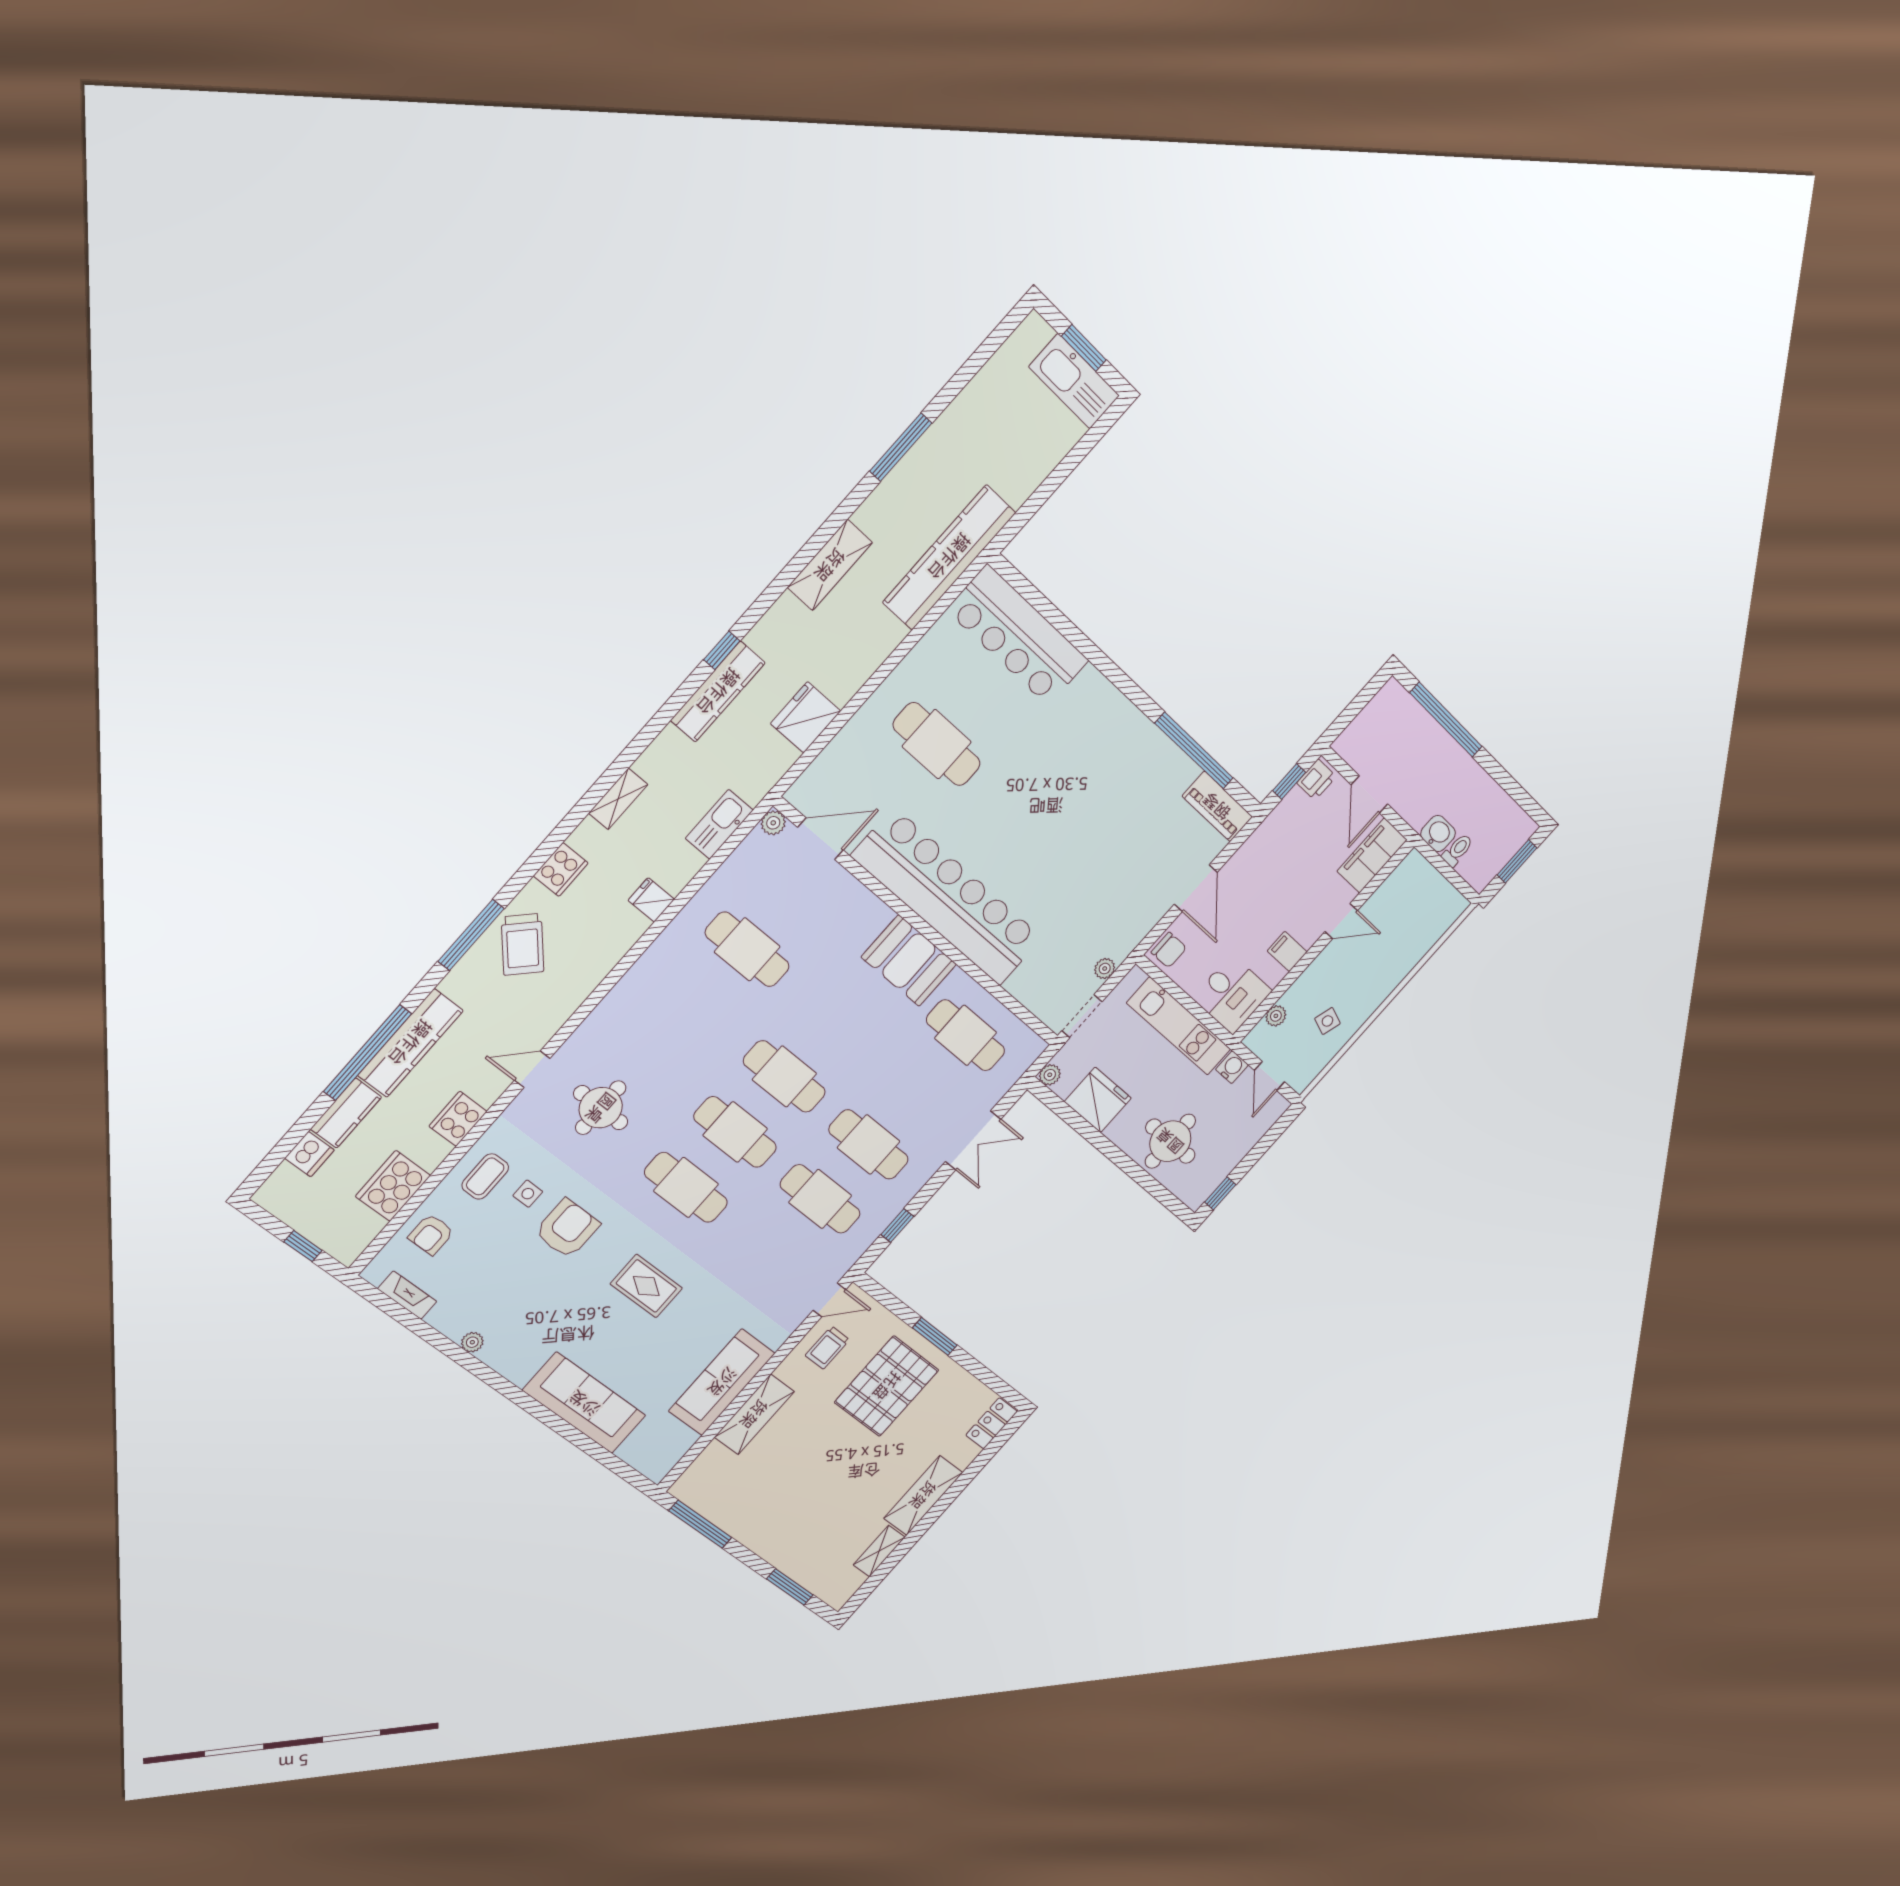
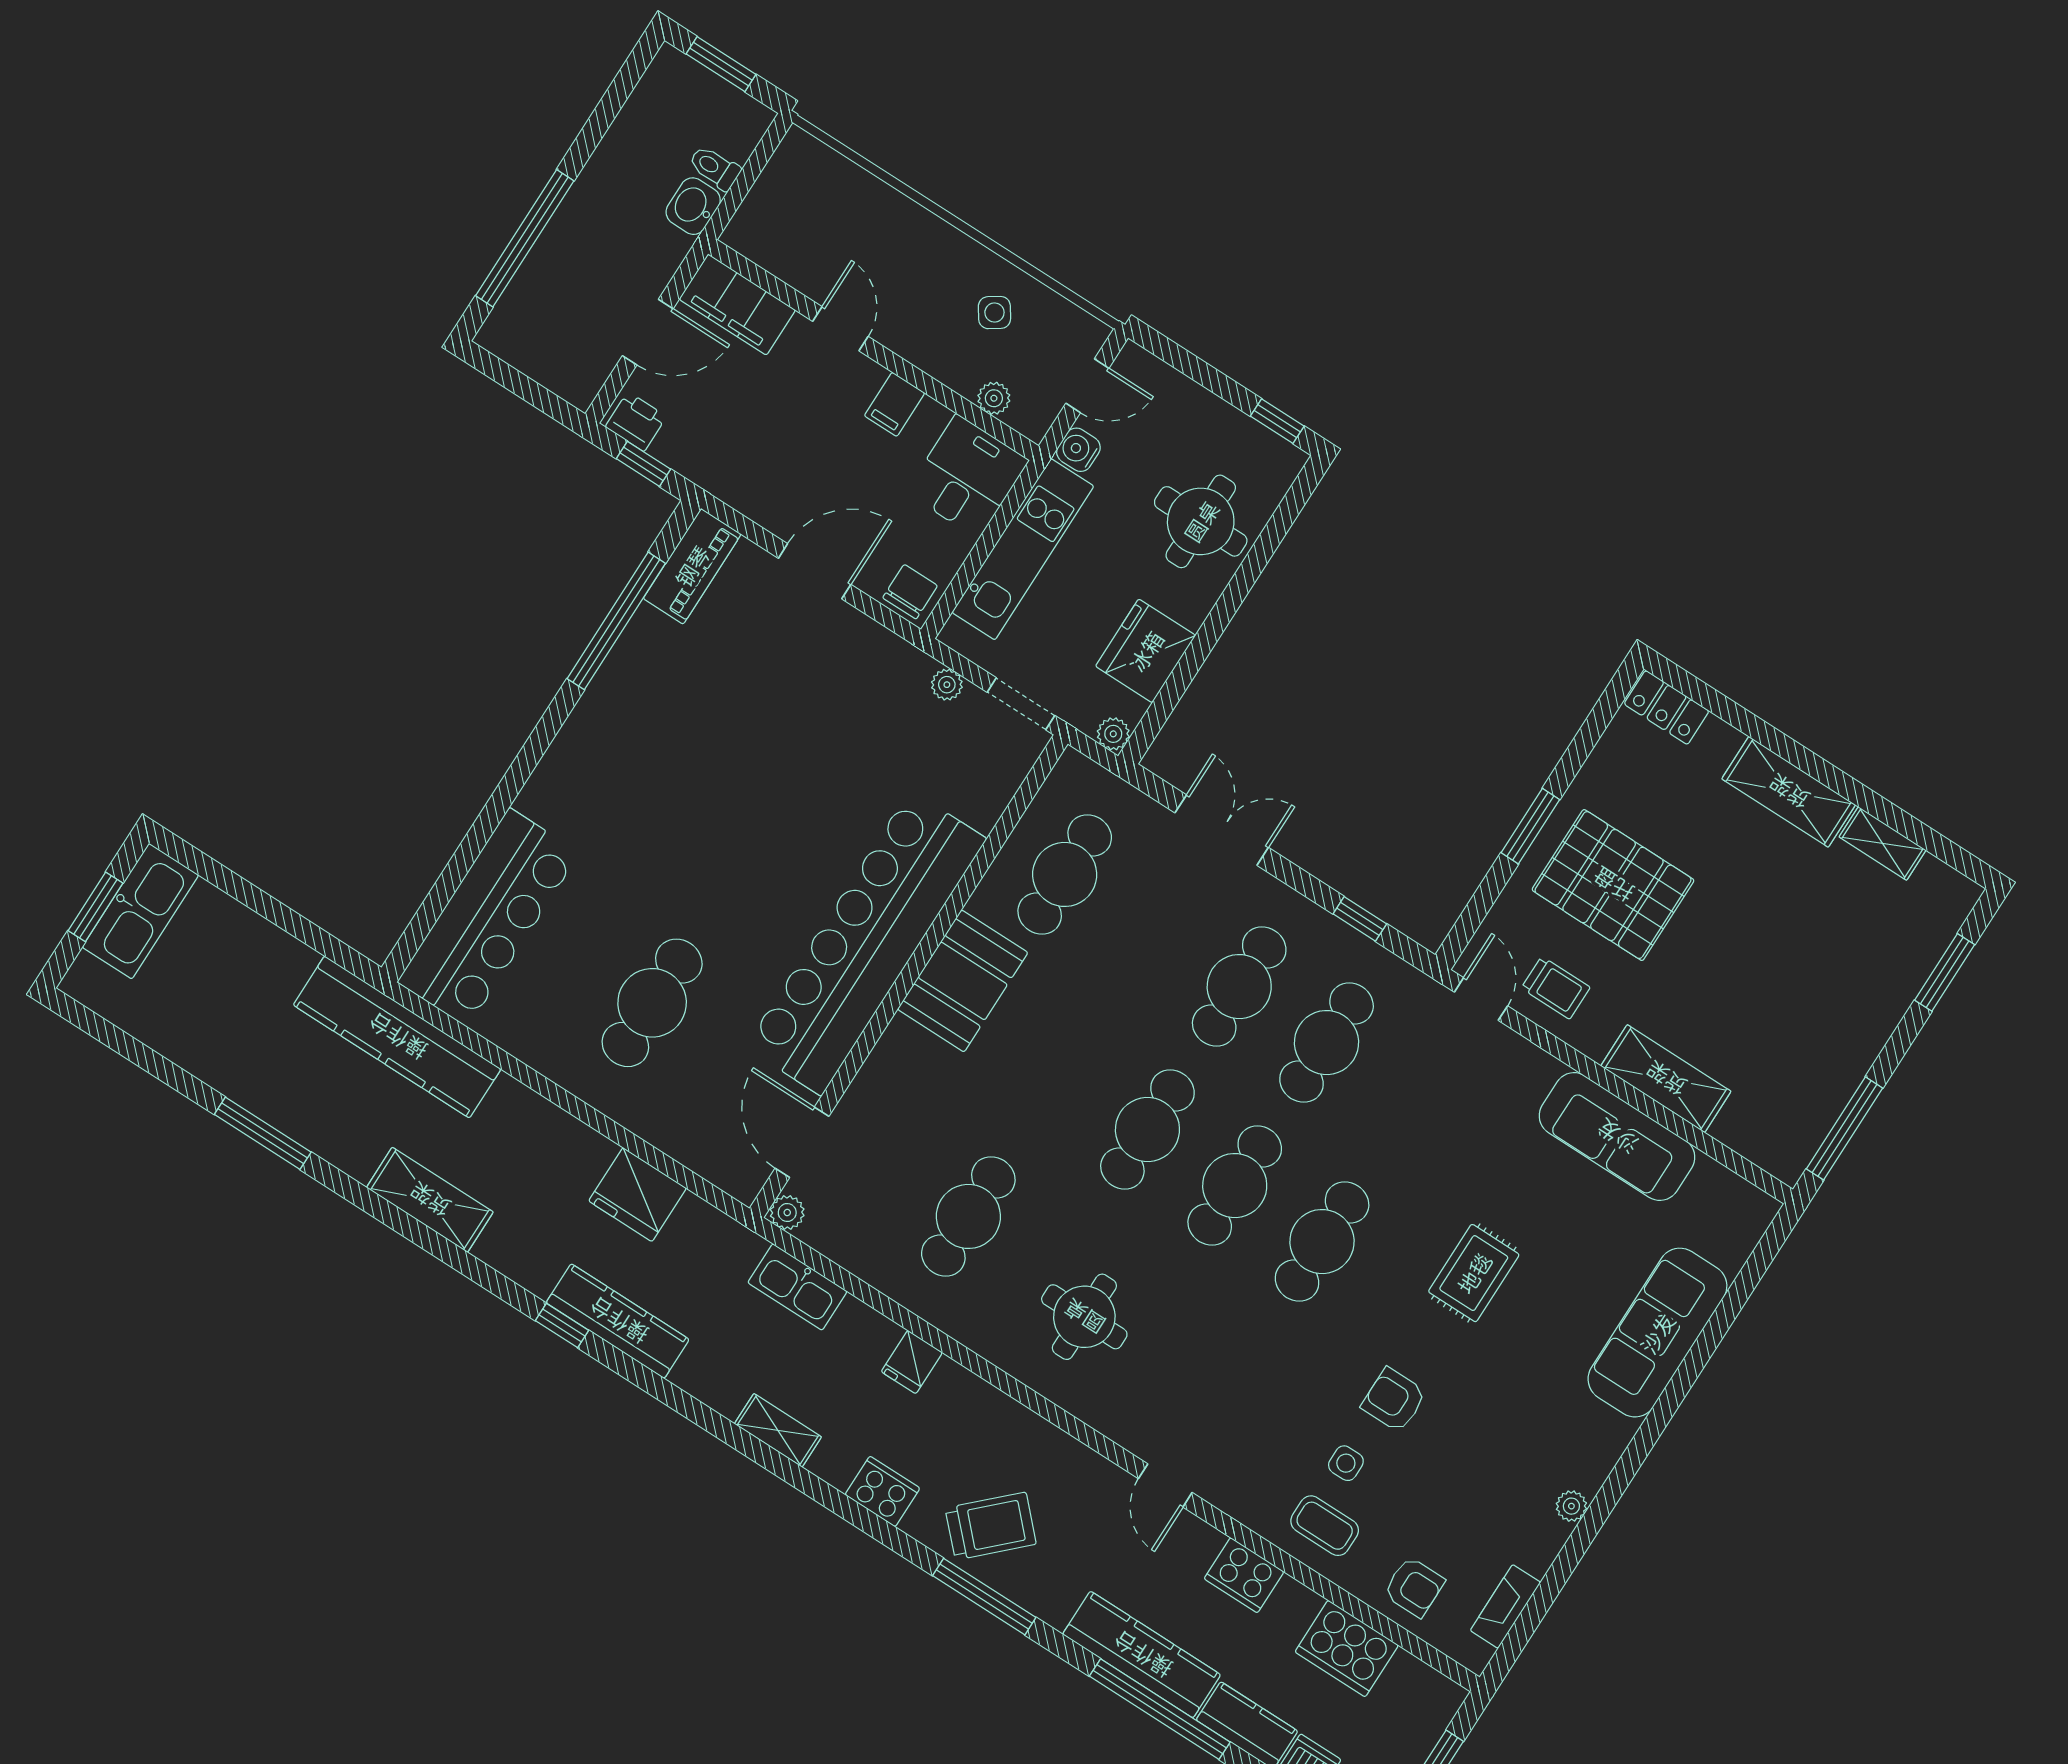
side table: (1327, 1021) -> (994, 313), turned 38
round table: (601, 1108) -> (1084, 1317), moved
armchair: (567, 1229) -> (1394, 1400), width x0.72, depth x0.72

